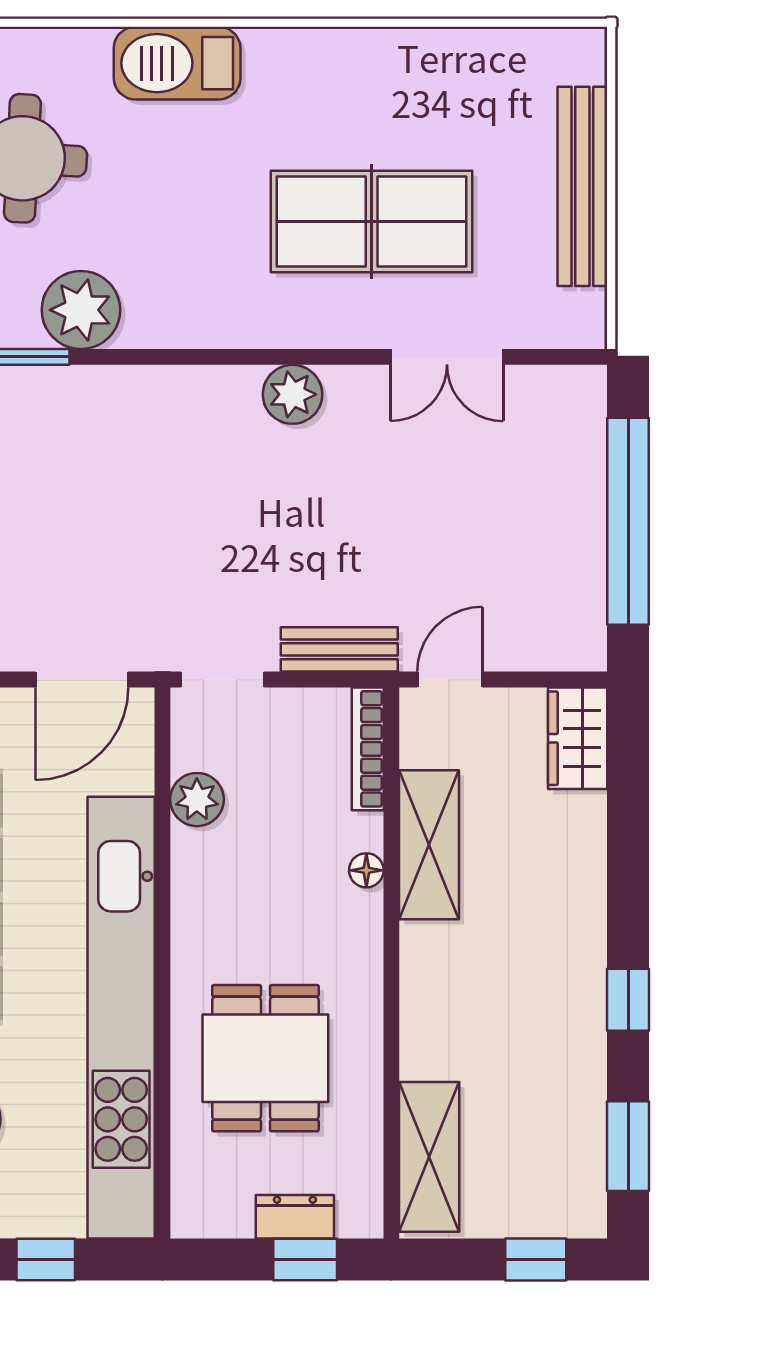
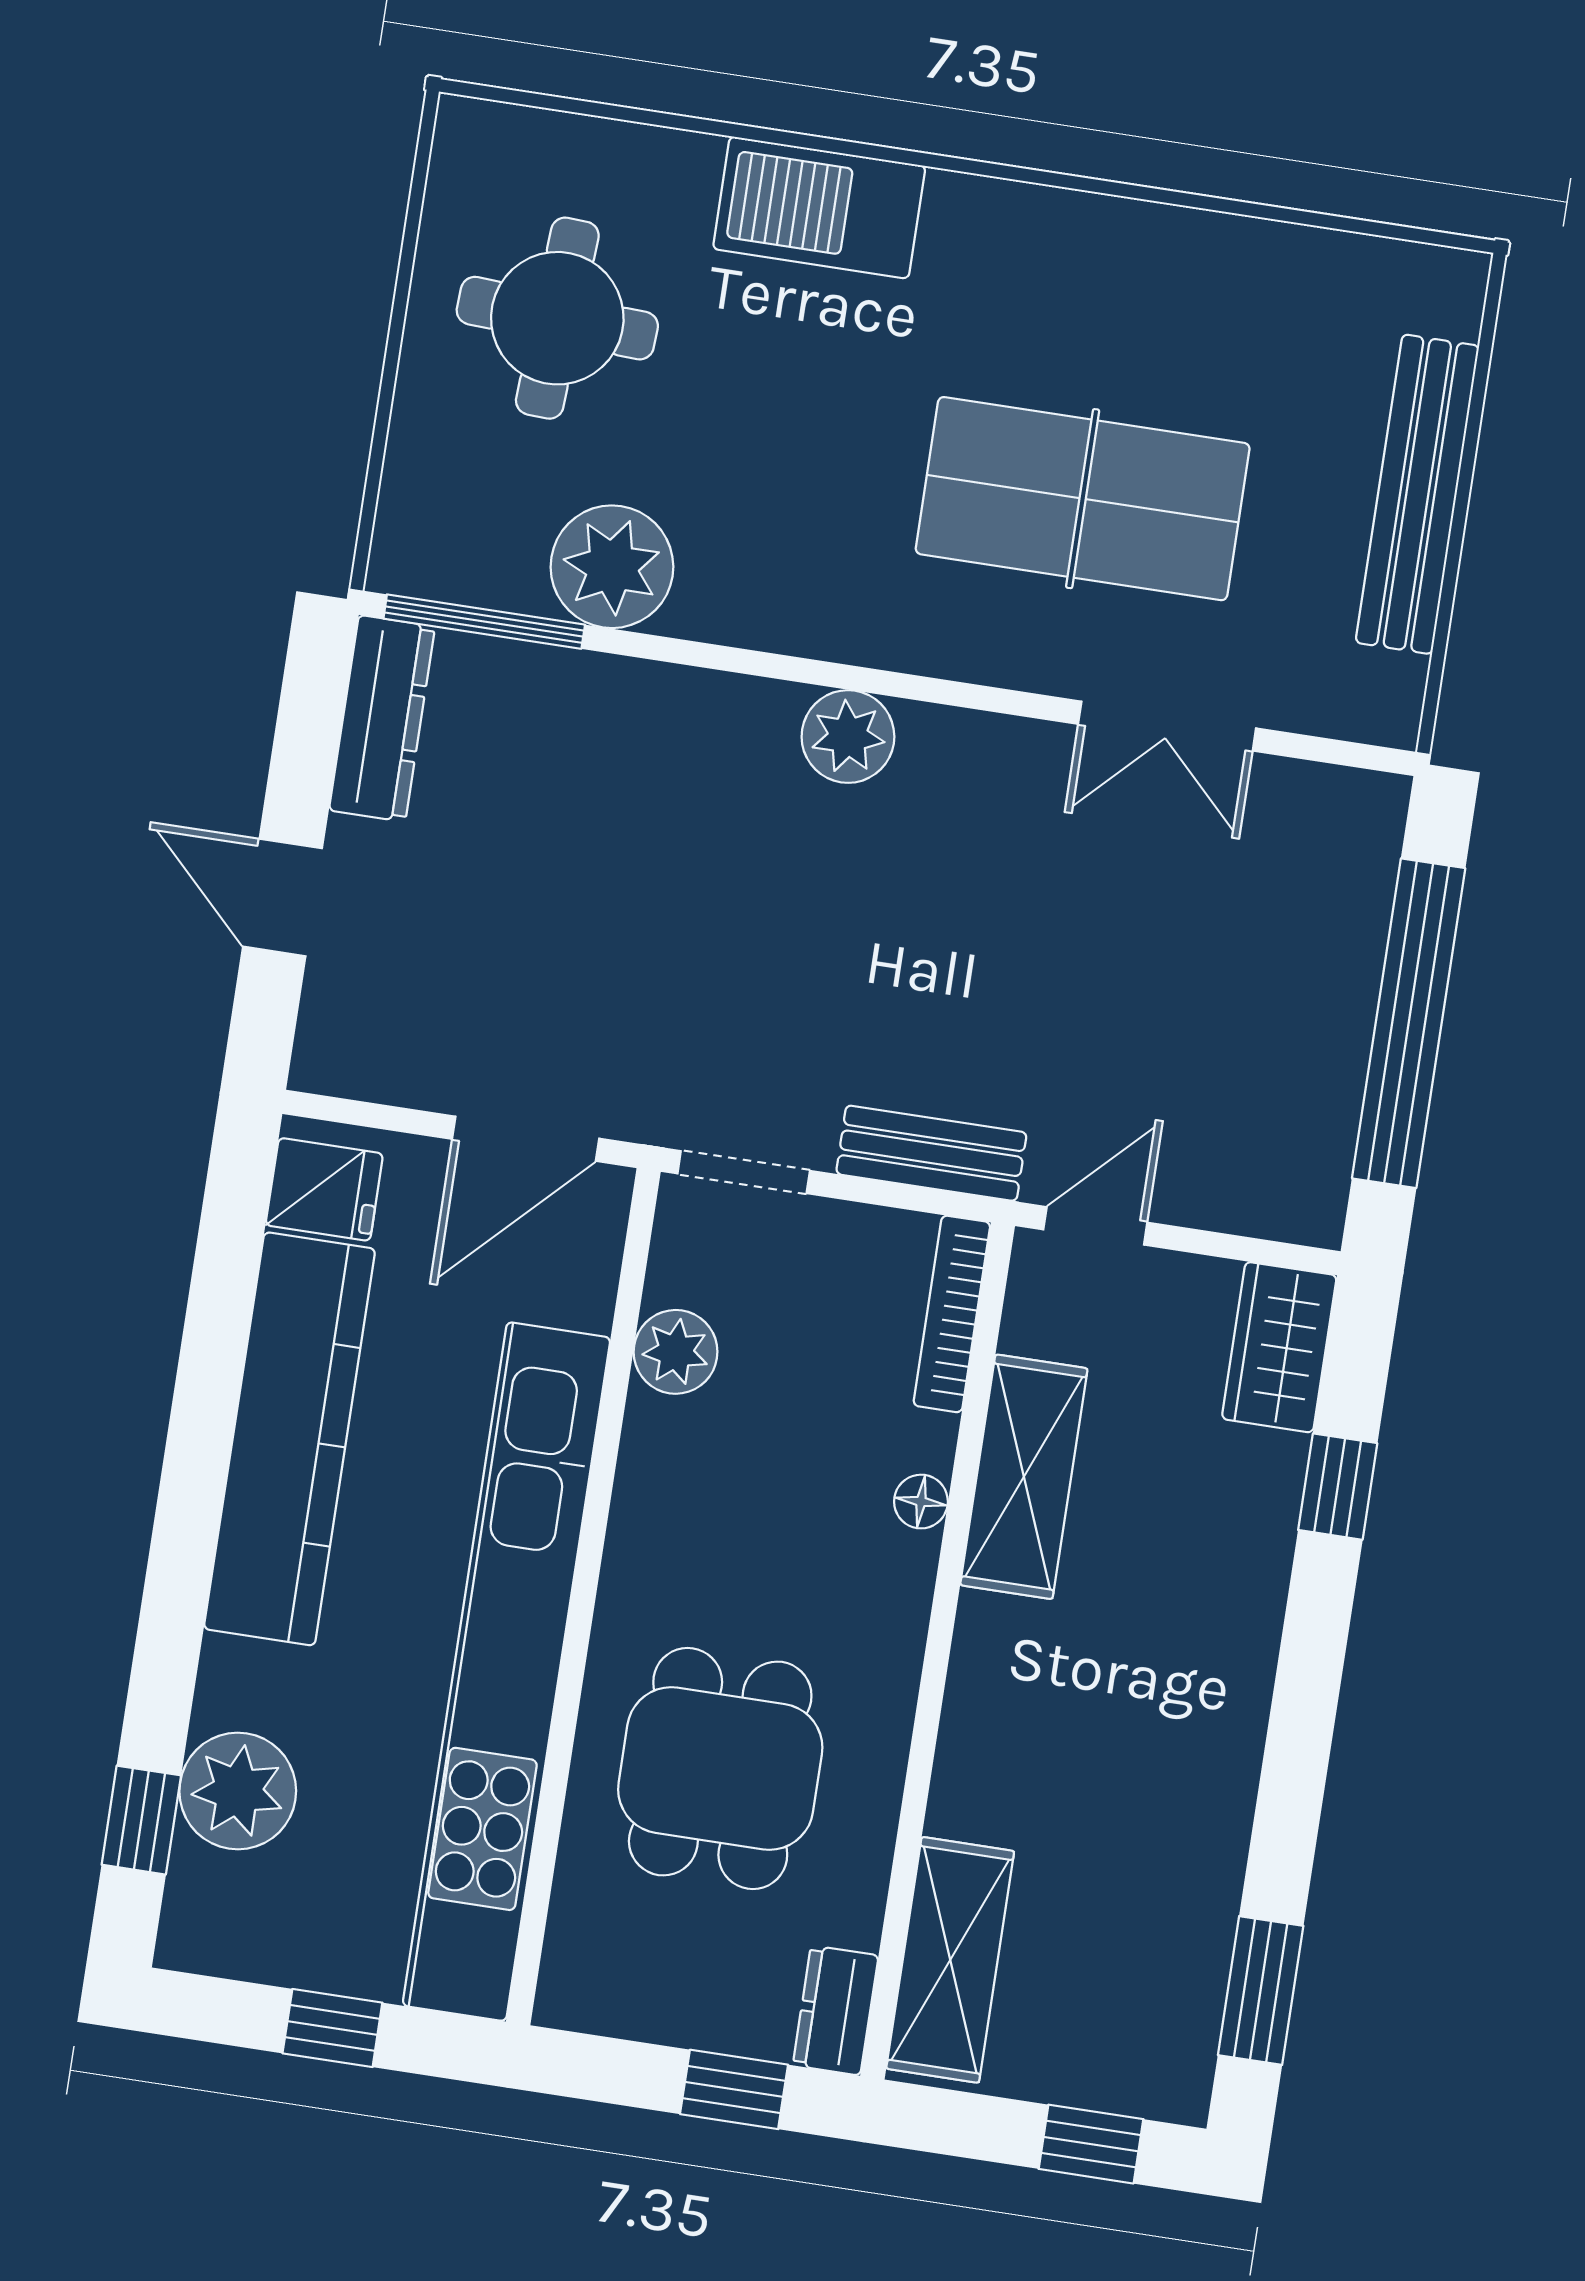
plant: (293, 394) -> (848, 737), moved
window: (628, 1000) -> (1338, 1487), moved
dresser: (295, 1217) -> (836, 2010), moved, turned -90

